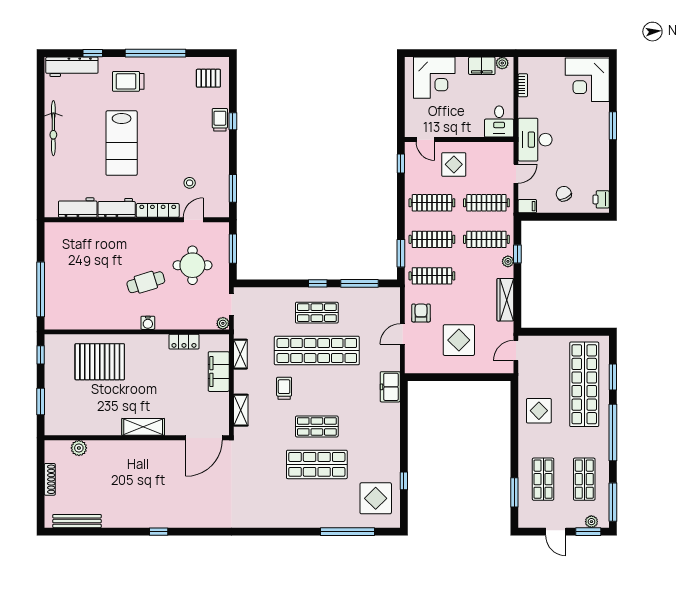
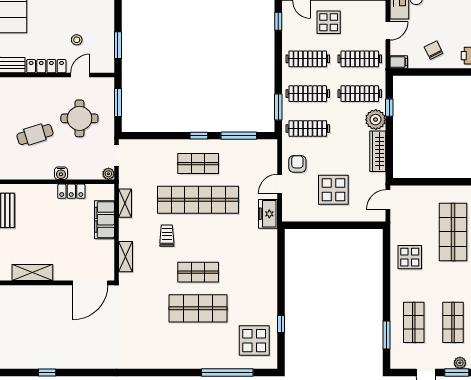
plant: (508, 261) -> (376, 120), width x1.87, depth x1.87
water cooler: (148, 323) -> (61, 173), moved
shop shelf: (584, 384) -> (453, 232), width x0.71
freezer: (390, 387) -> (268, 214), moved

